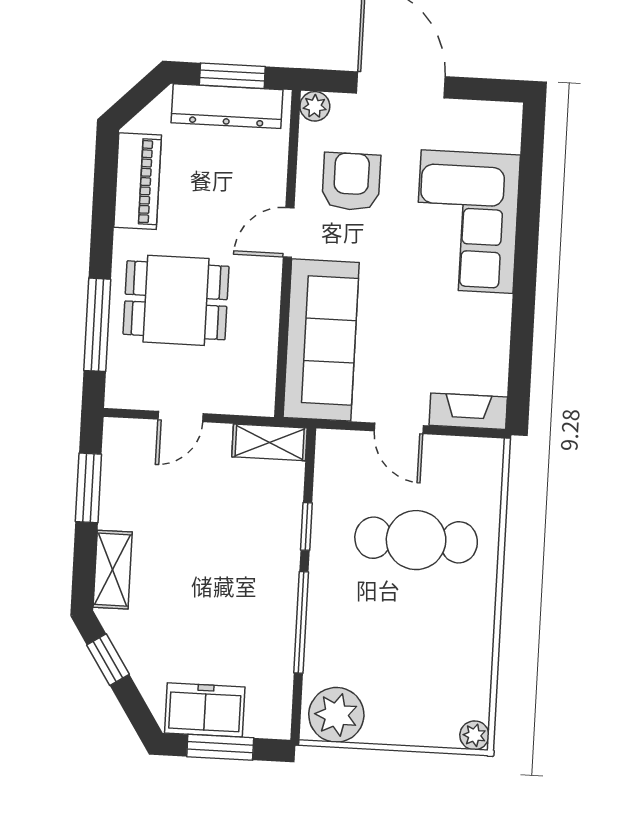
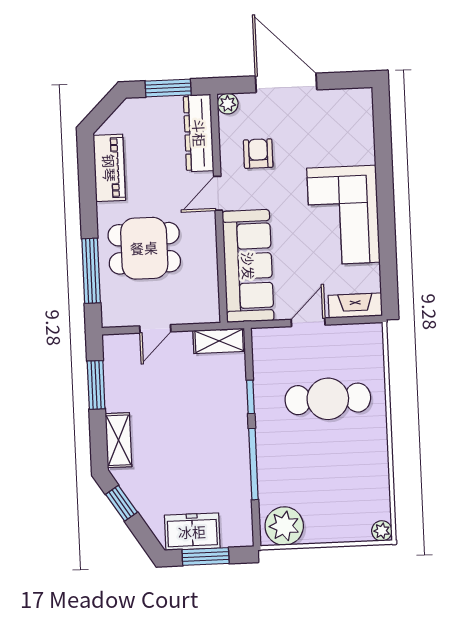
dresser: (227, 106) -> (199, 133), moved, turned 90
armchair: (351, 182) -> (258, 154), width x0.72, depth x0.72
corner sofa: (467, 222) -> (343, 215), moved
door: (399, 428) -> (308, 322), swing flipped

